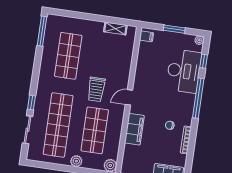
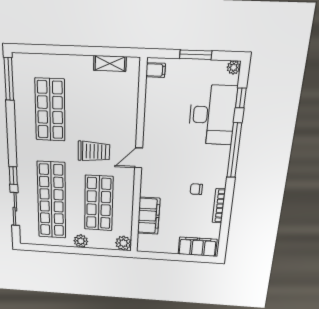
trolley: (96, 89) -> (94, 151), turned -90
filing cabinet: (134, 129) -> (149, 216), moved

